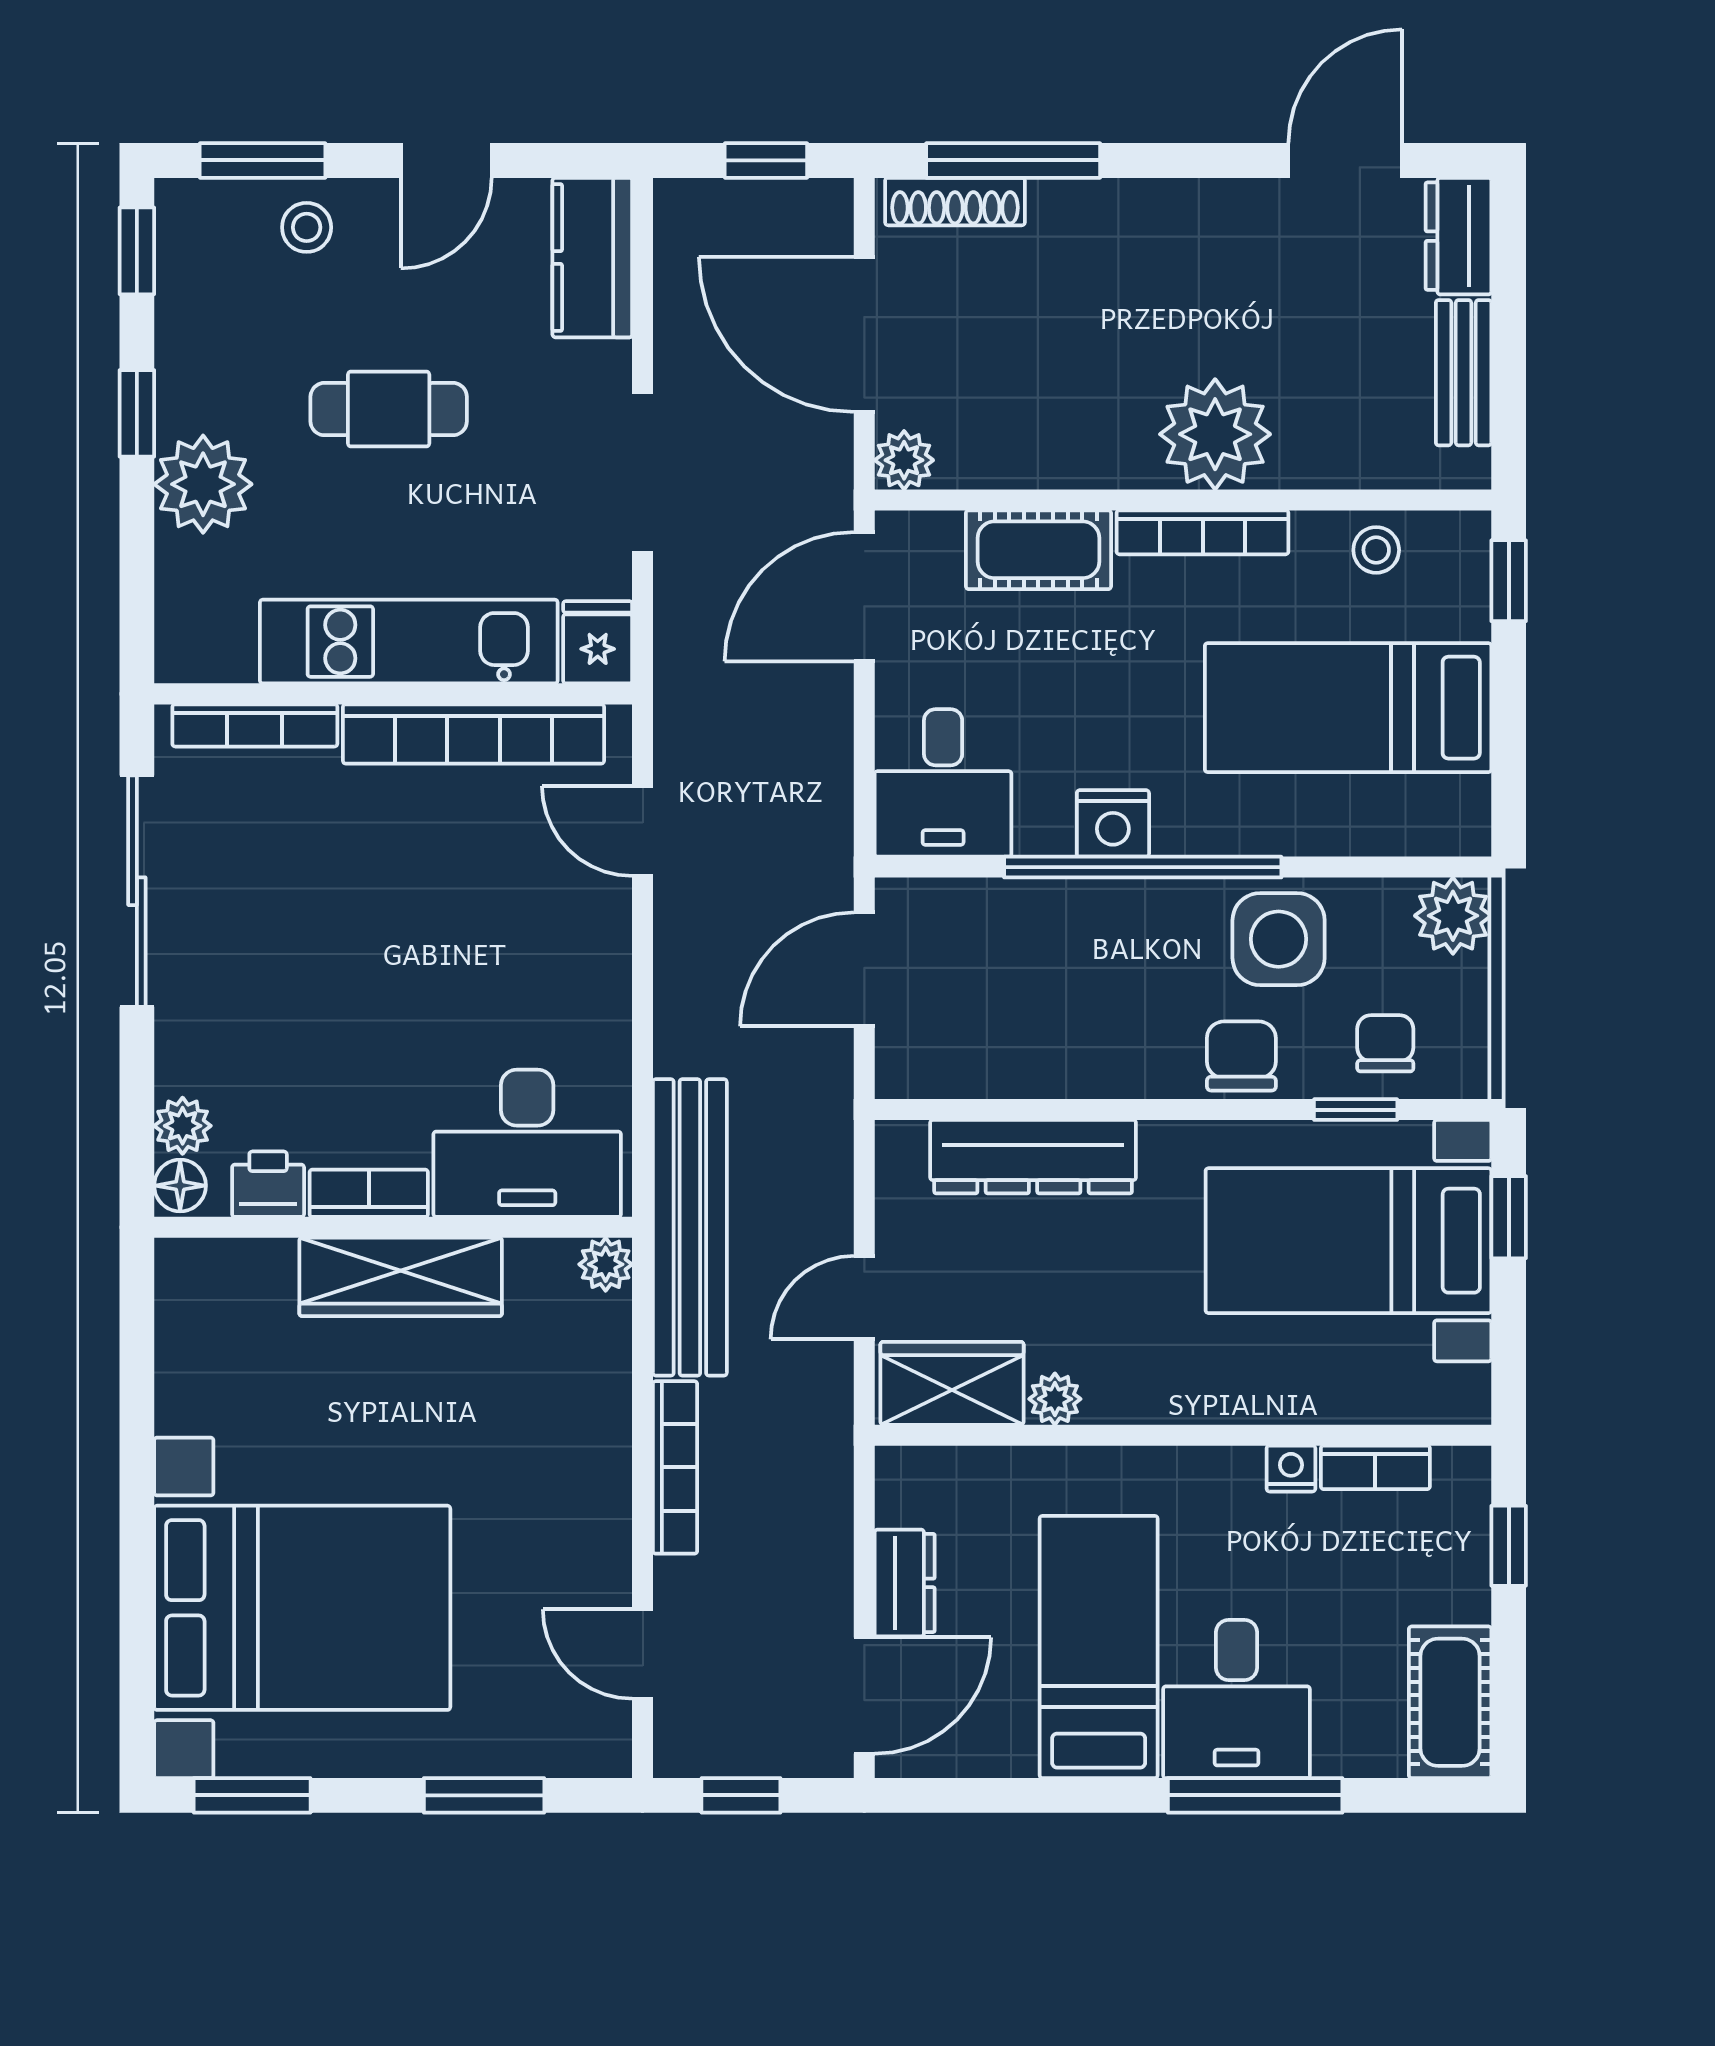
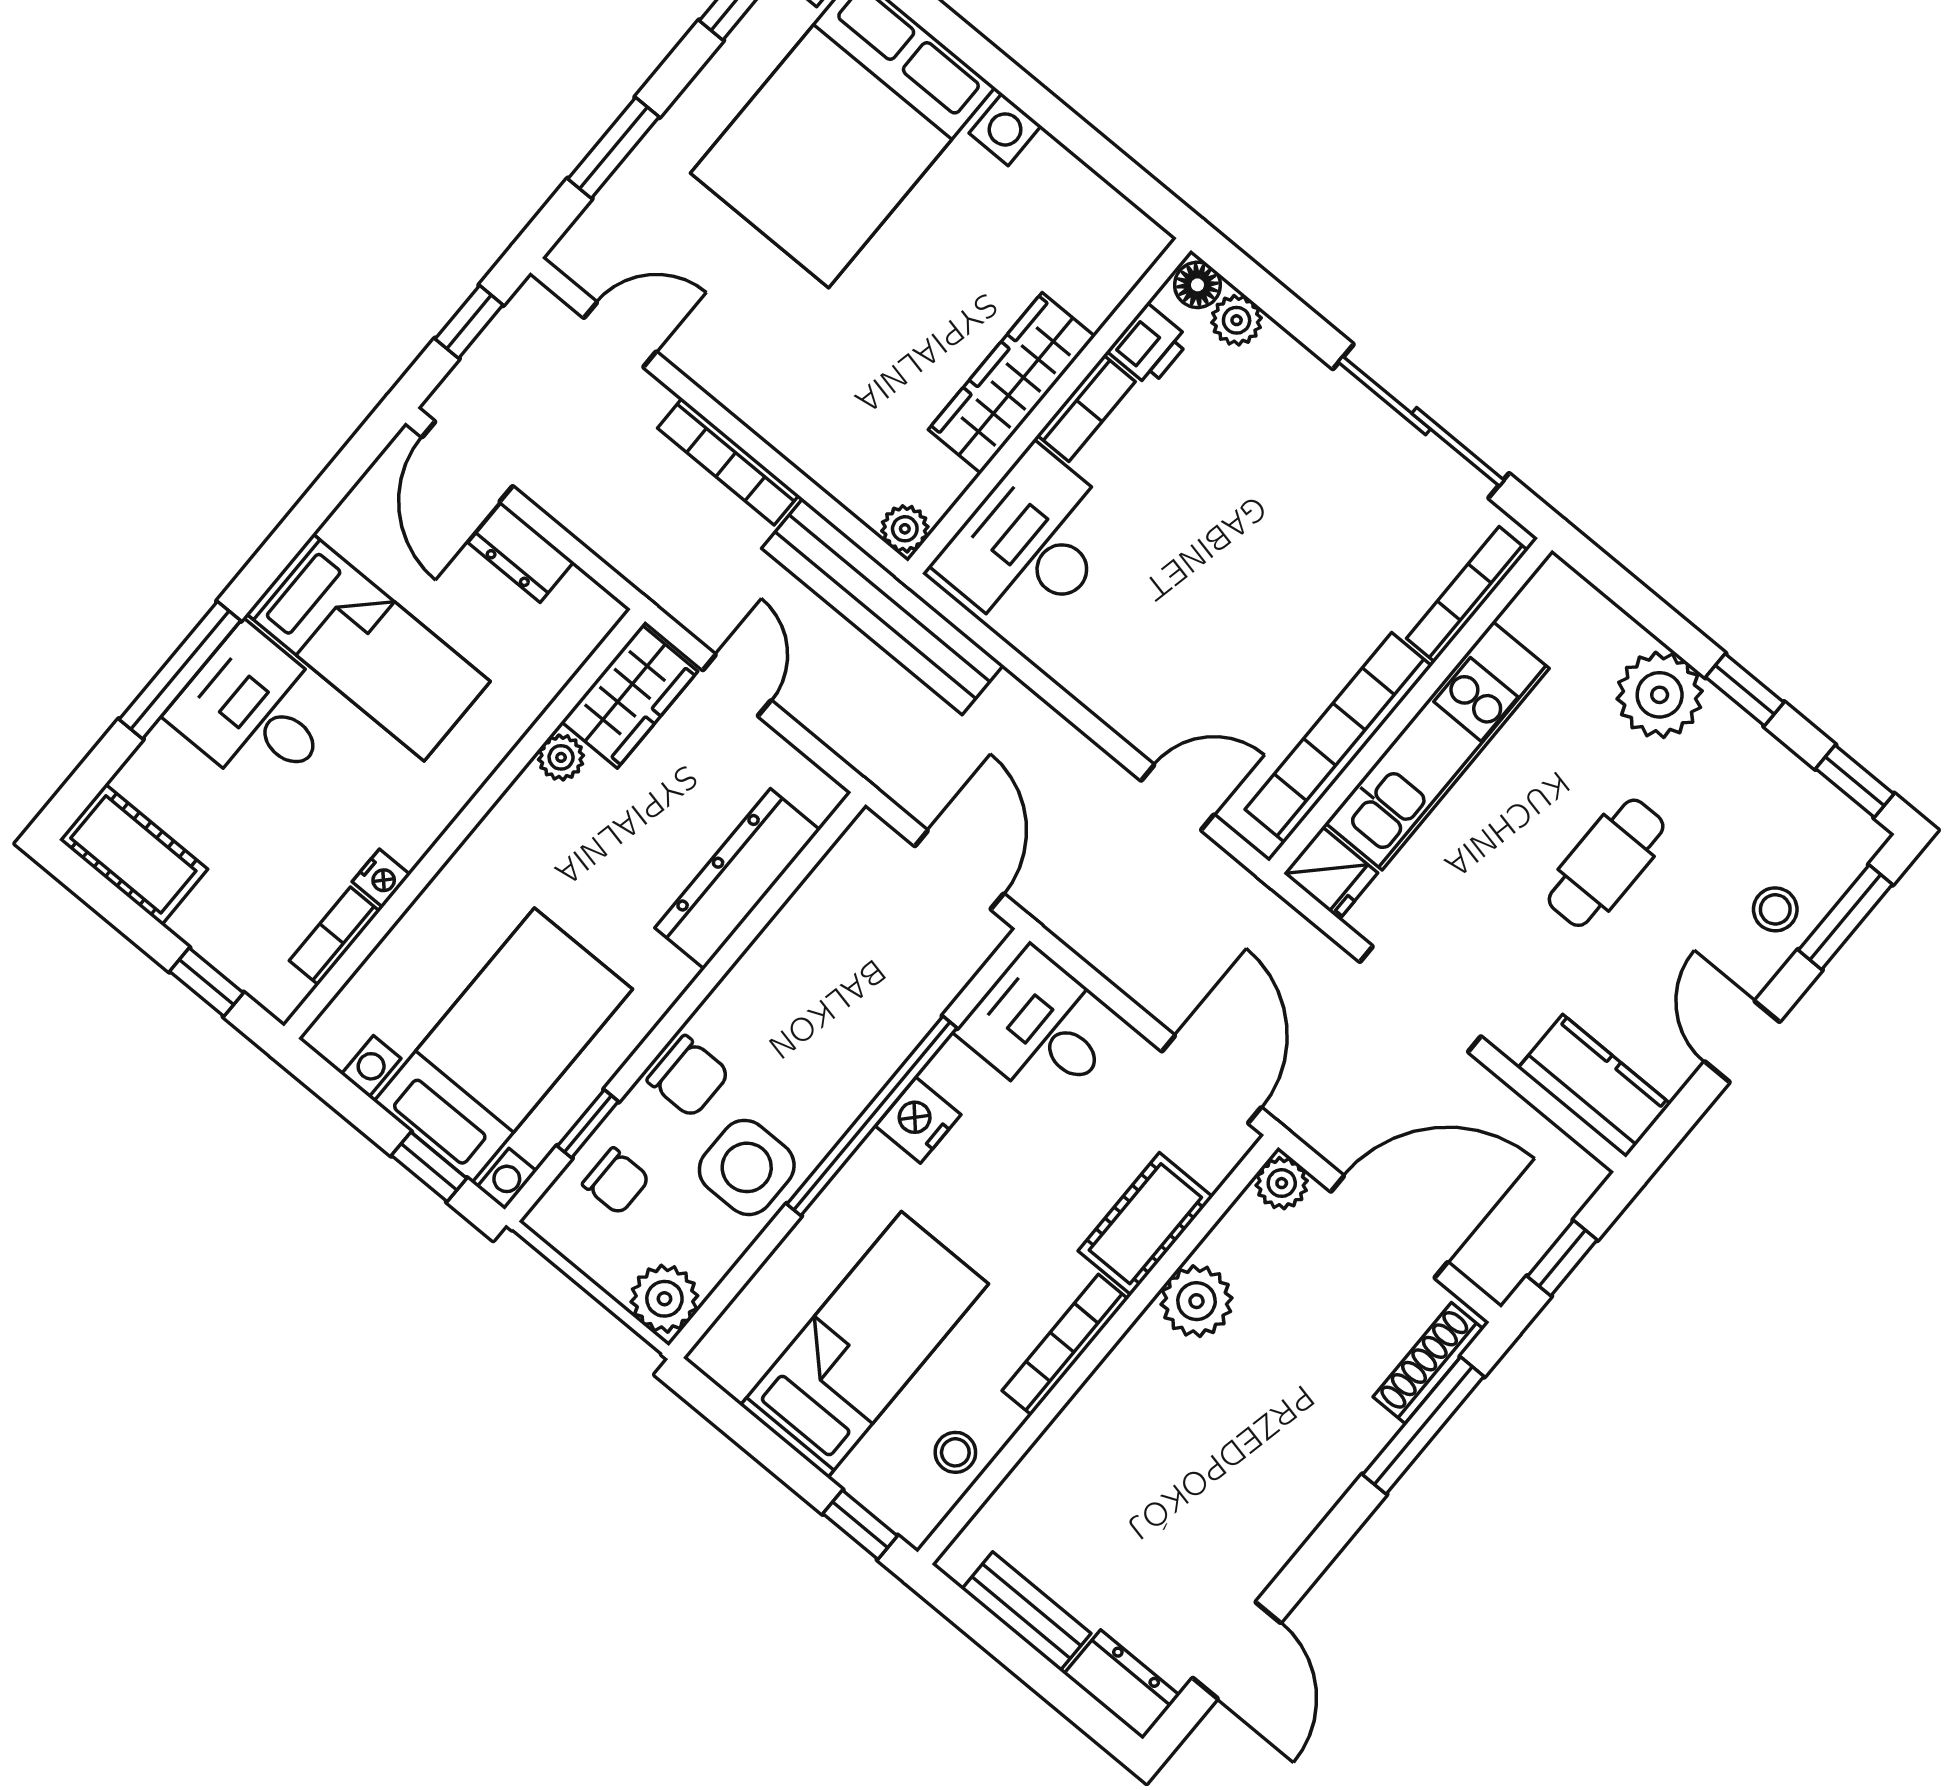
plant: (1215, 434) -> (1197, 1301), moved, width x0.73, depth x0.73

